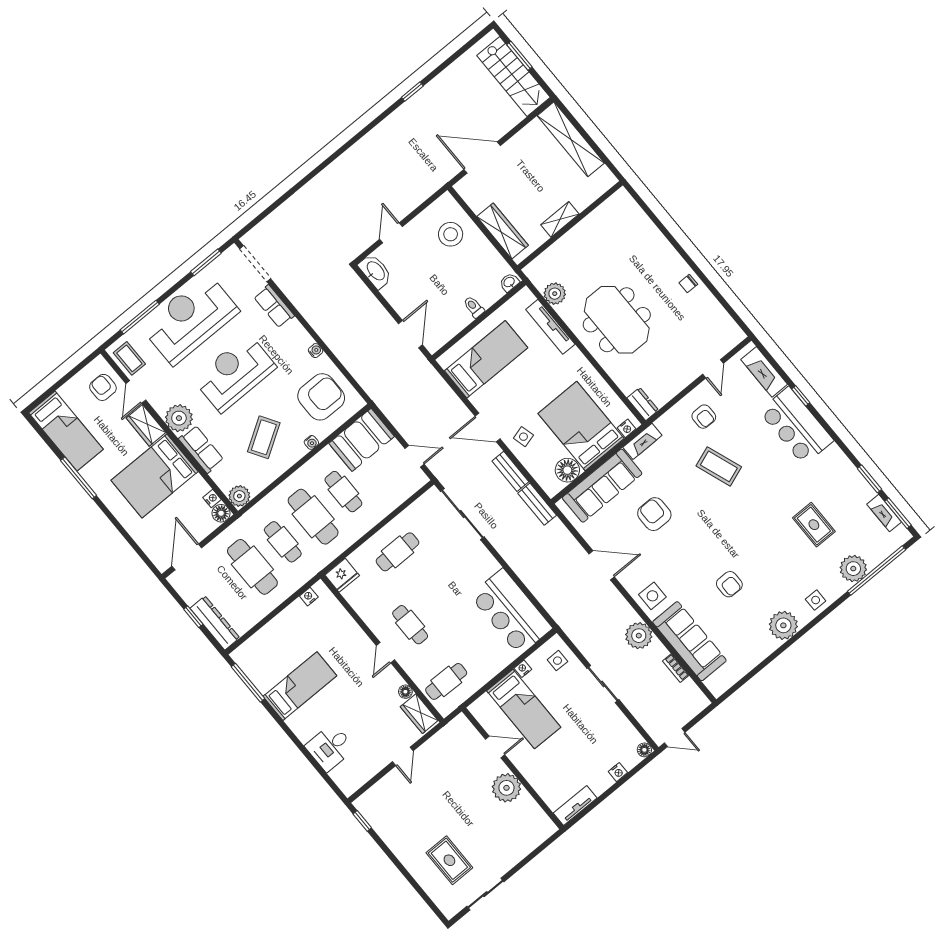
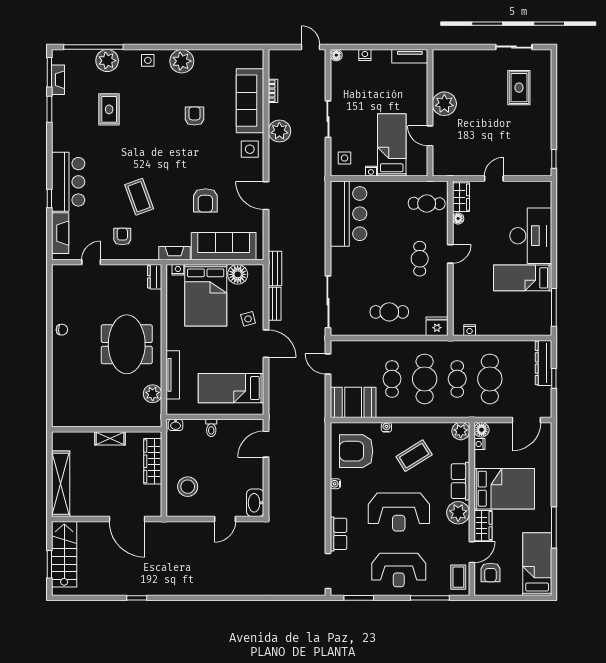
reception desk: (190, 319) -> (399, 570), width x0.74, depth x0.77
desk: (330, 747) -> (531, 236), width x1.87, depth x1.30

